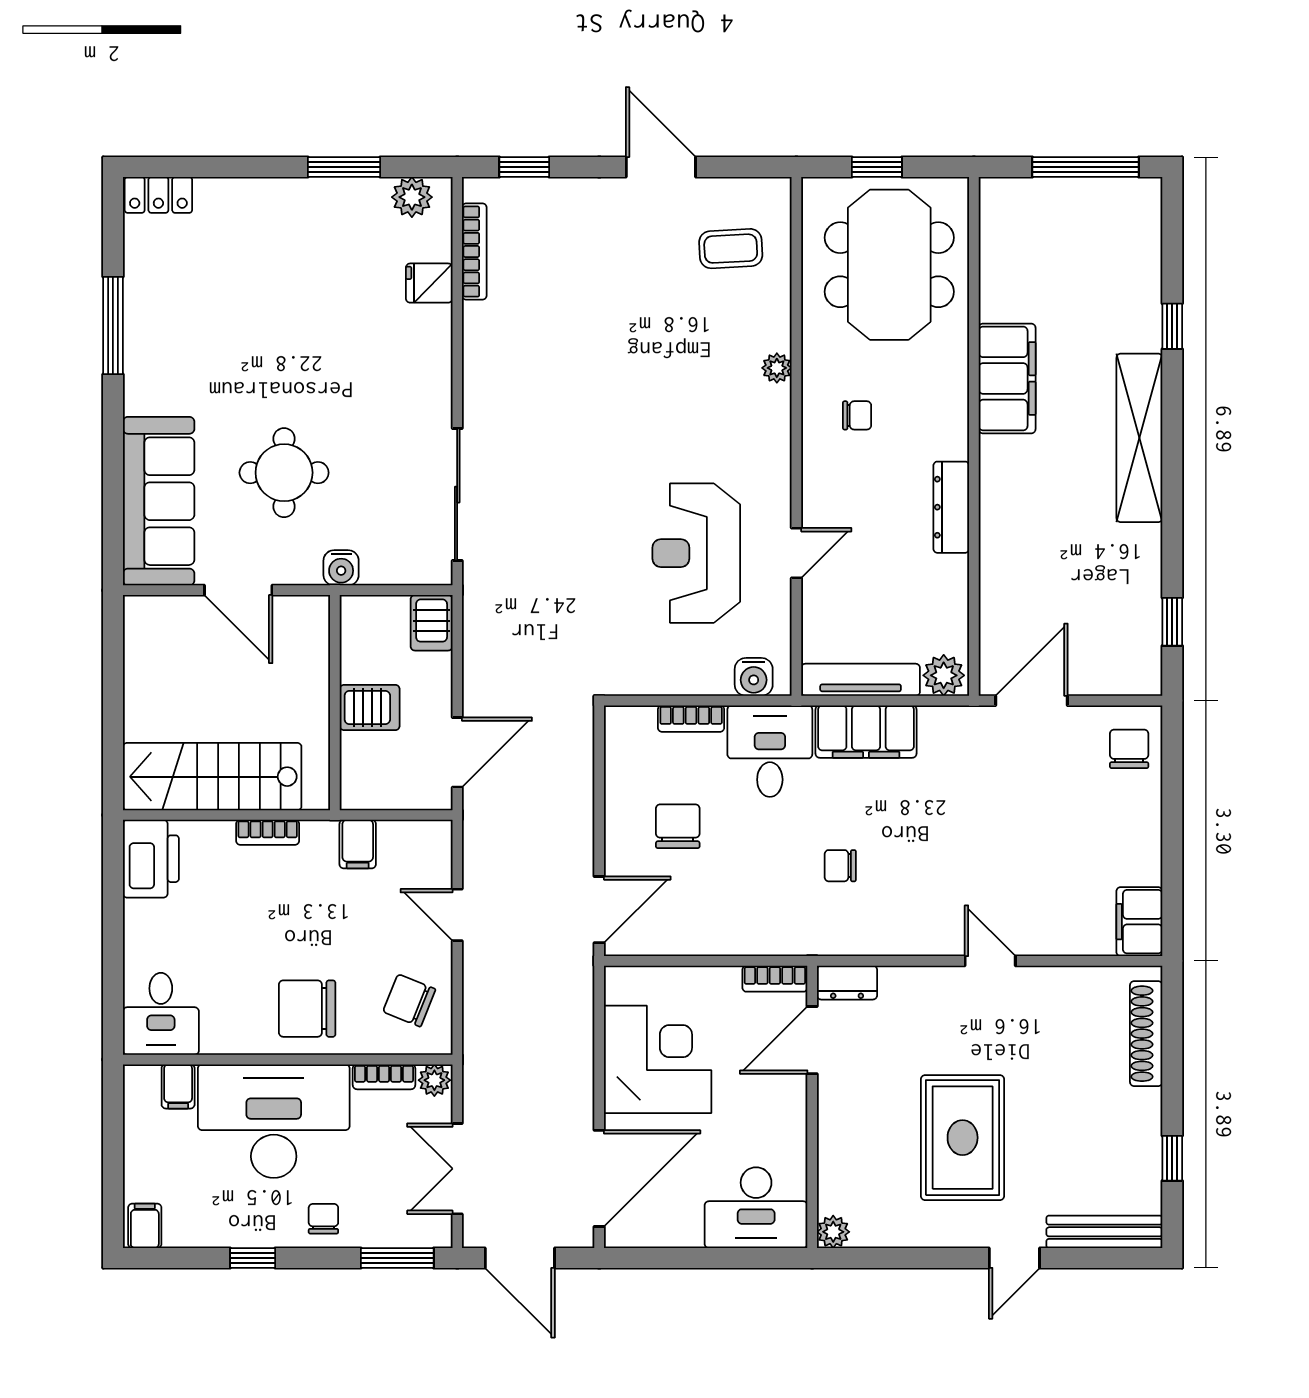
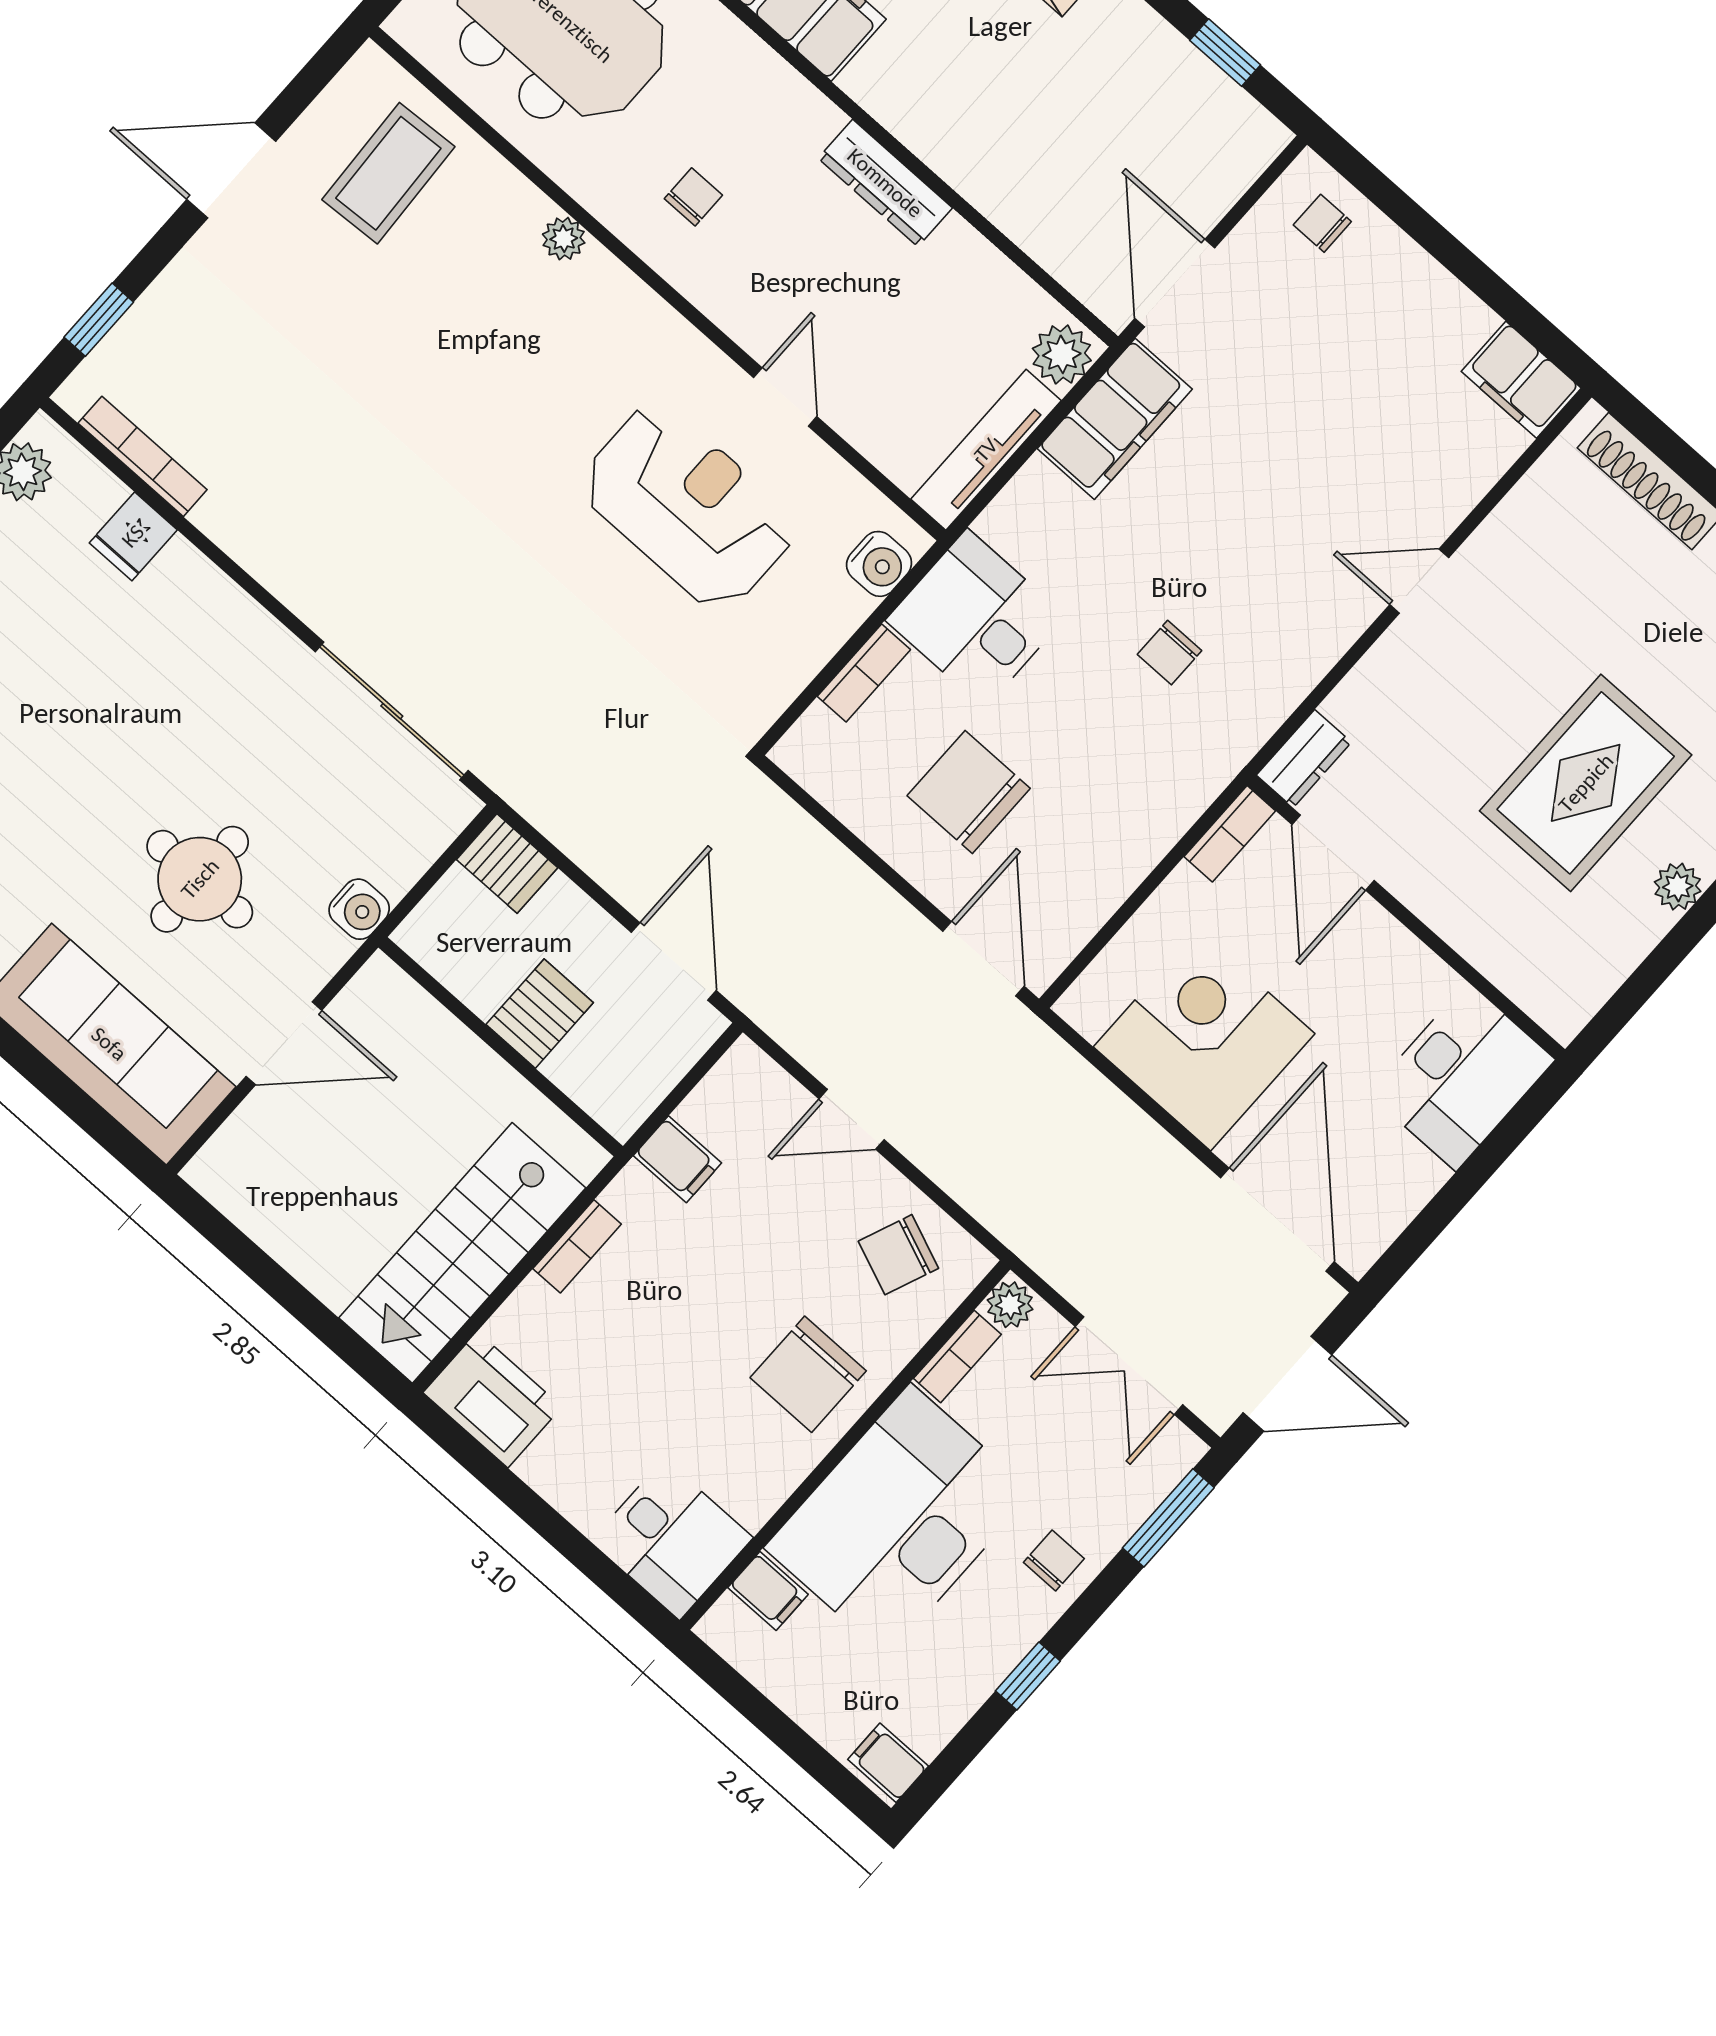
coffee table: (731, 249) -> (388, 173), width x1.36, depth x1.30
reception desk: (696, 553) -> (688, 506), turned 180
filing cabinet: (866, 732) -> (1115, 419), moved
chair: (1129, 749) -> (1322, 223), width x0.73, depth x0.73
chair: (678, 826) -> (969, 792), width x1.37, depth x1.37
rug: (963, 1138) -> (1586, 783), turned 90
chair: (323, 1219) -> (1054, 1561), turned 90
plant: (833, 1232) -> (1678, 887), moved

